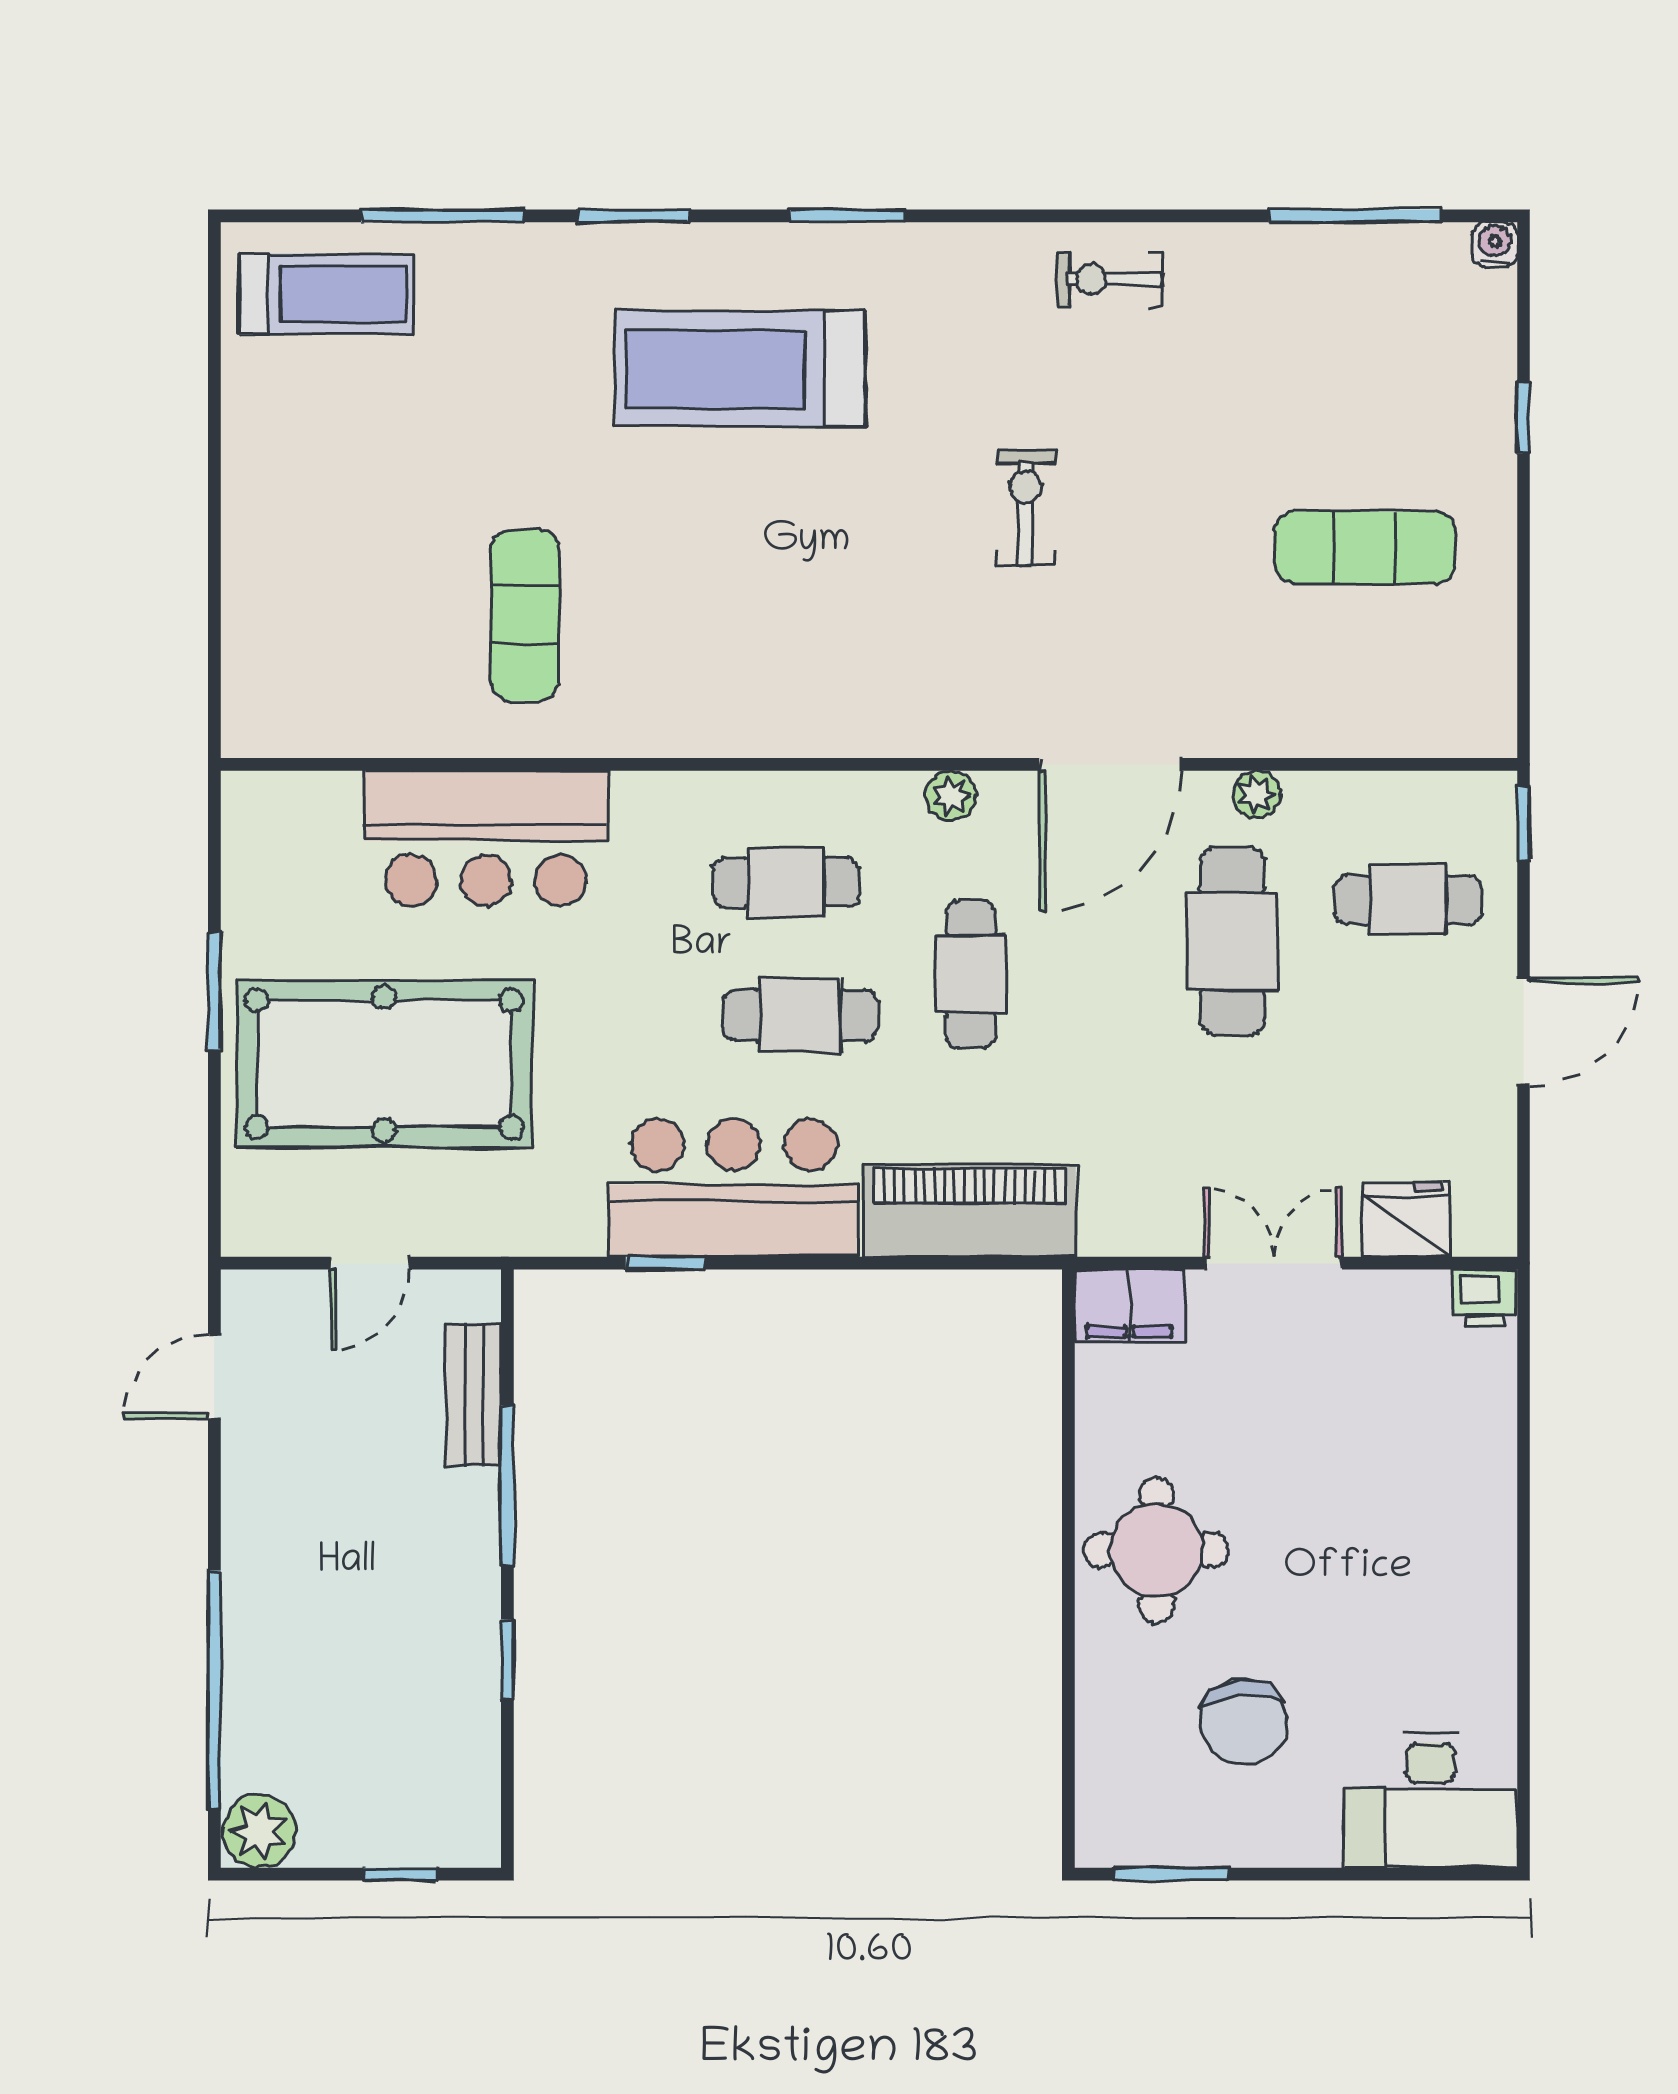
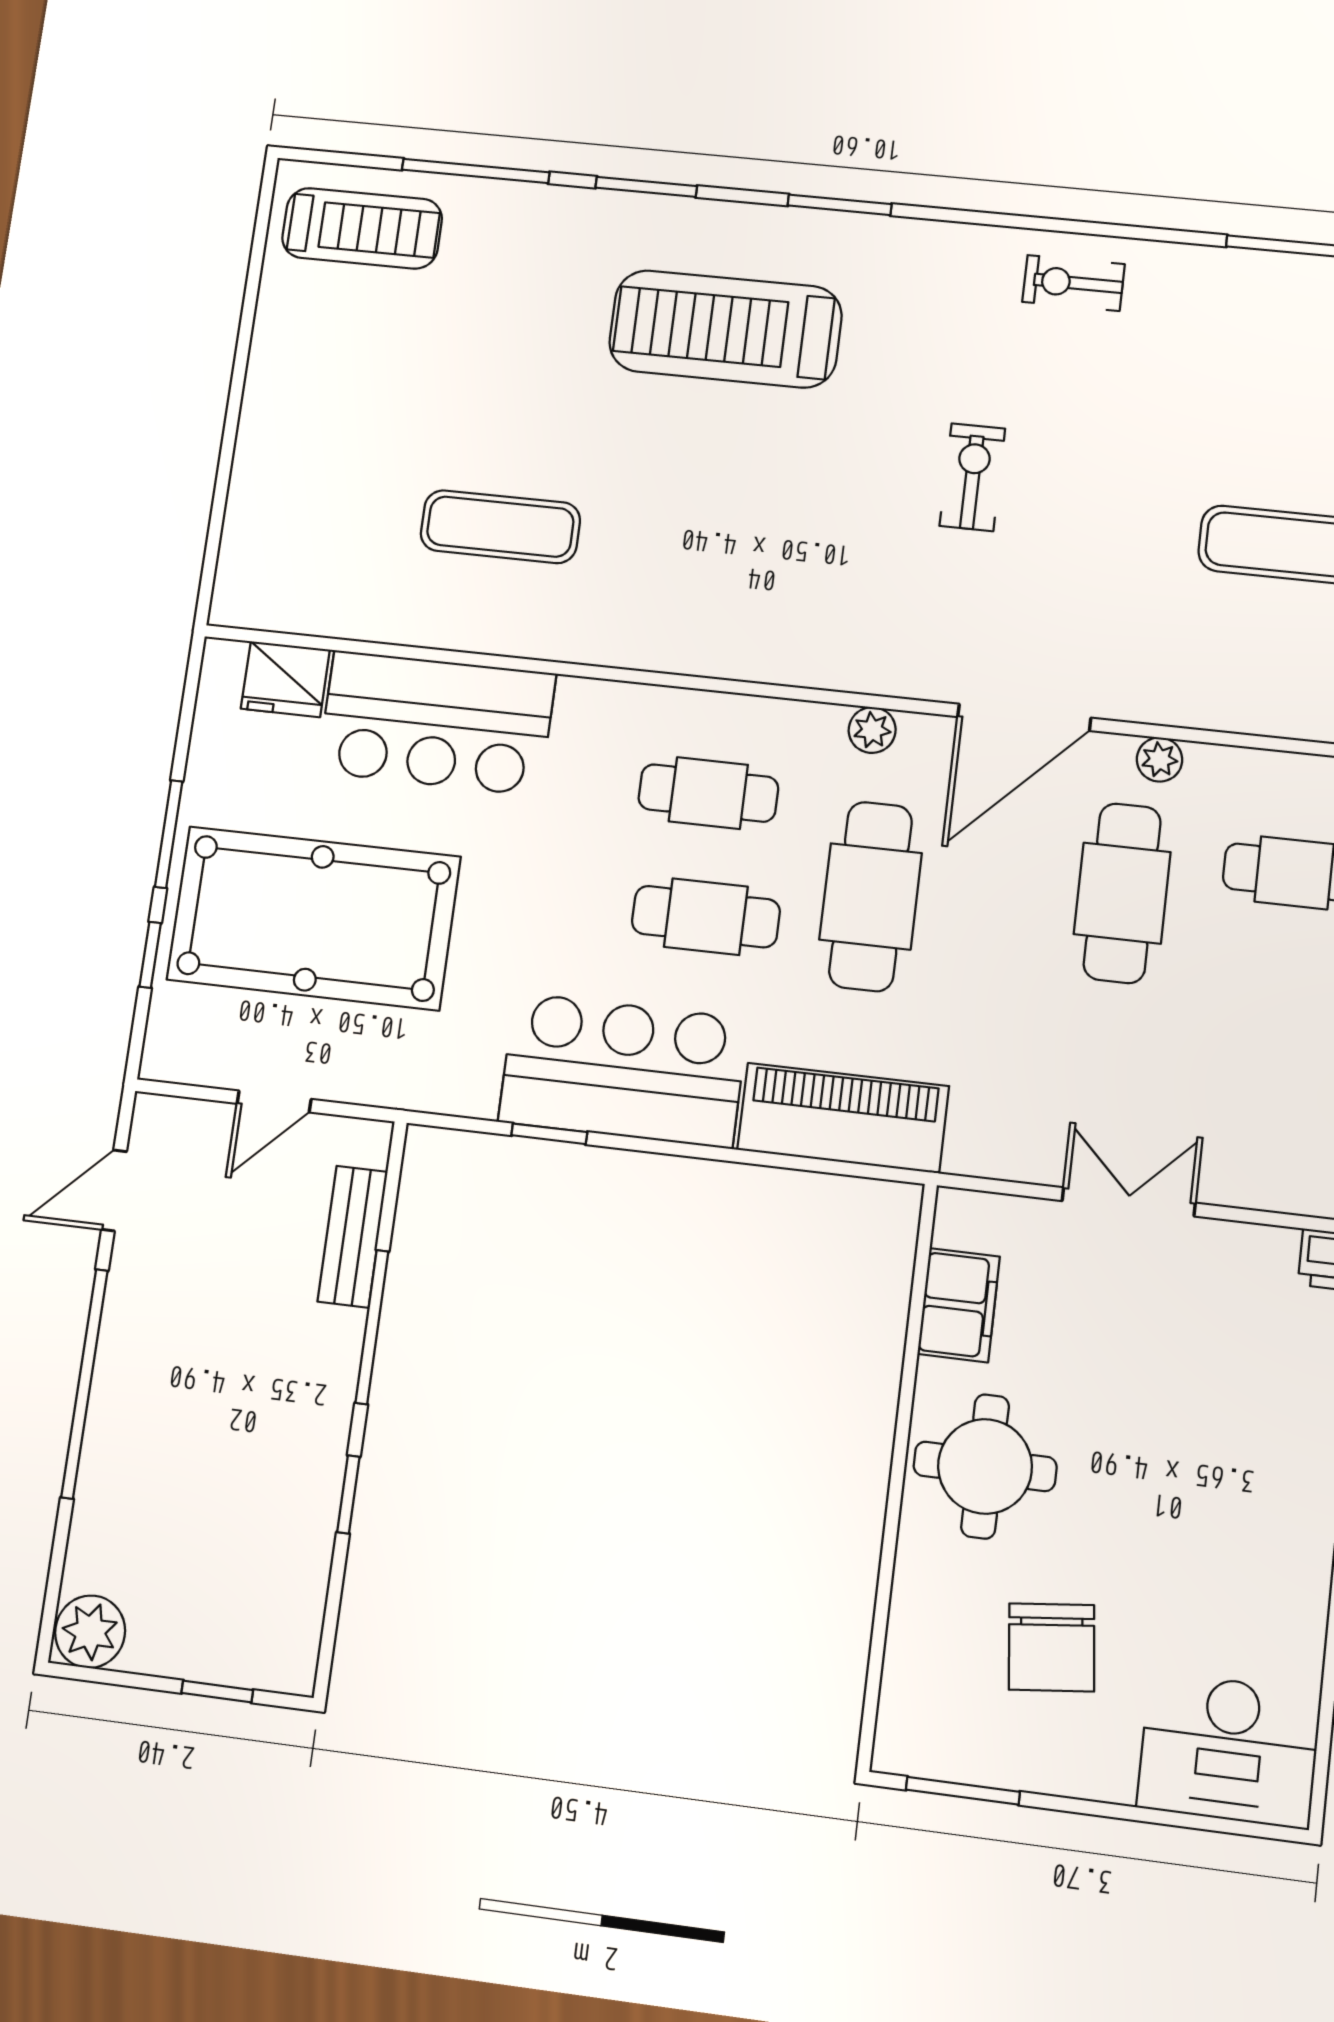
exercise mat: (525, 615) -> (500, 527), turned 90
cafe table: (971, 974) -> (871, 896), width x1.37, depth x1.35
window: (214, 1123) -> (150, 955), added
fridge: (1406, 1219) -> (285, 679), moved, turned 180
filing cabinet: (1129, 1306) -> (959, 1305), moved, turned -90
window: (214, 1690) -> (85, 1384), moved

